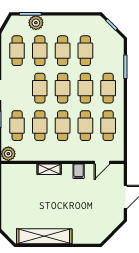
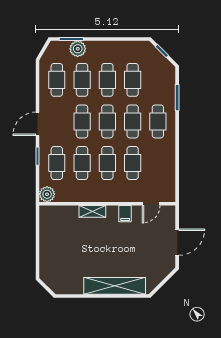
cafe table: (108, 126) -> (158, 163), removed
shelving: (44, 236) -> (115, 286), moved

